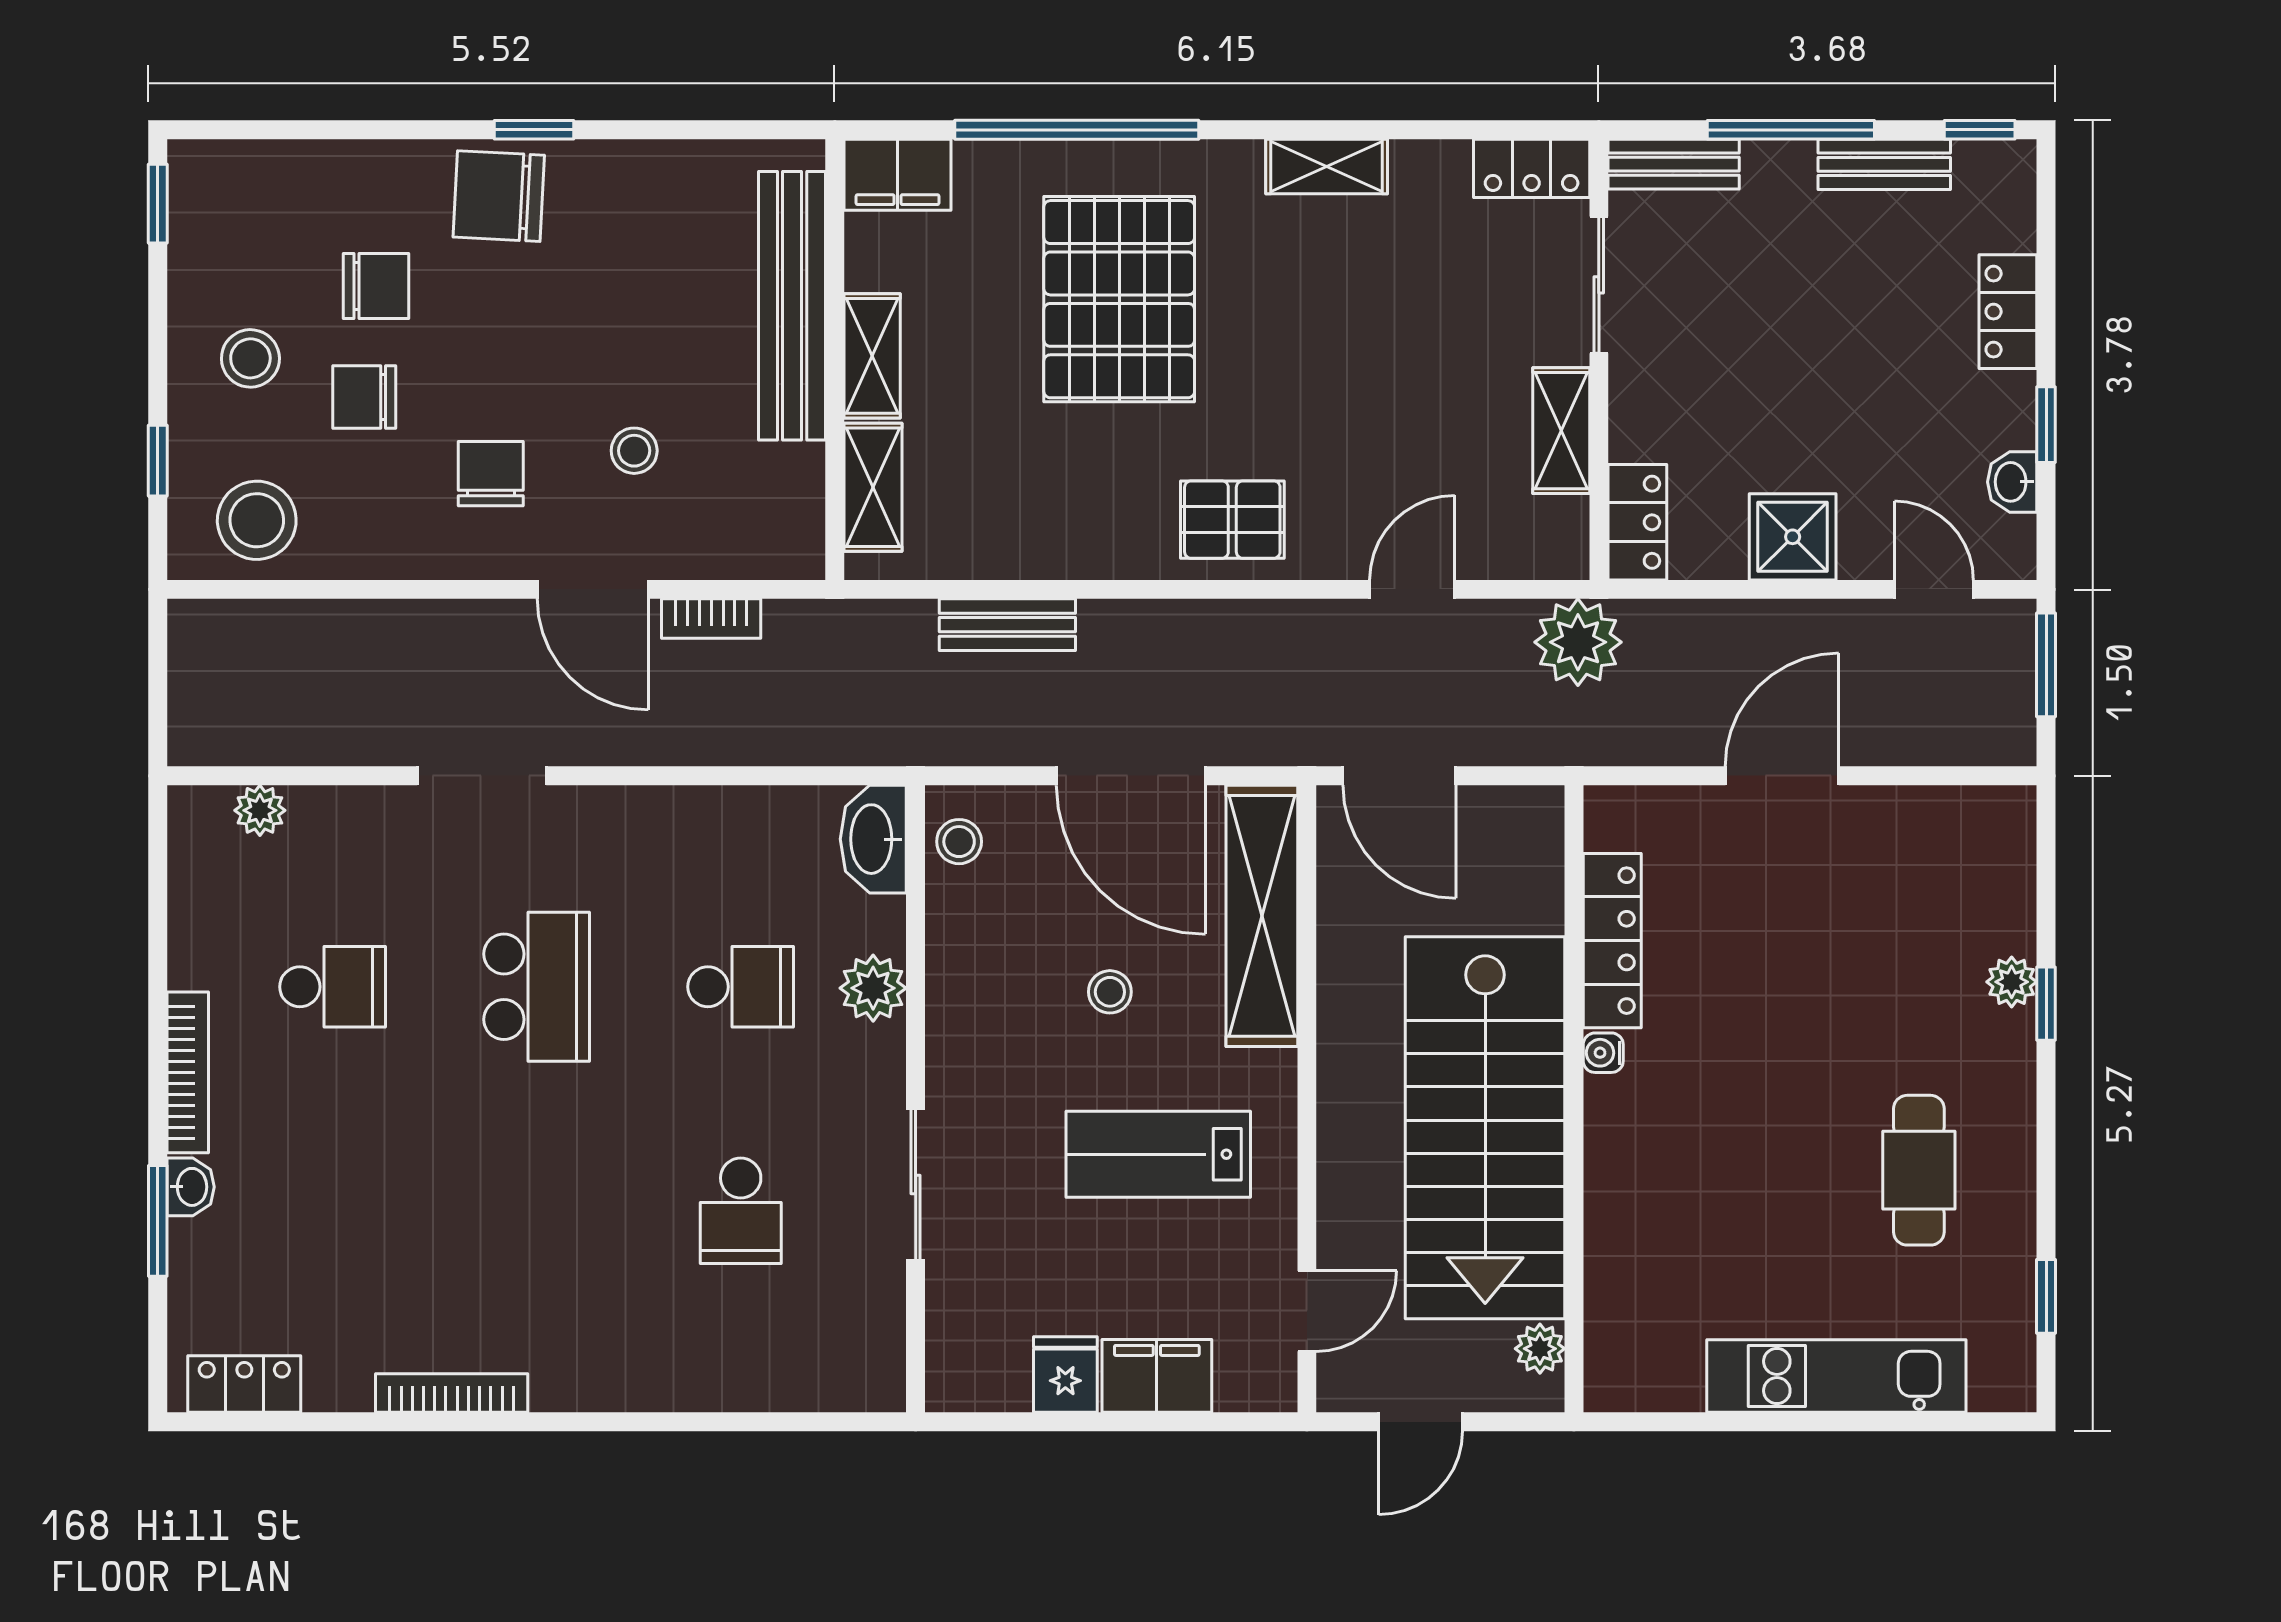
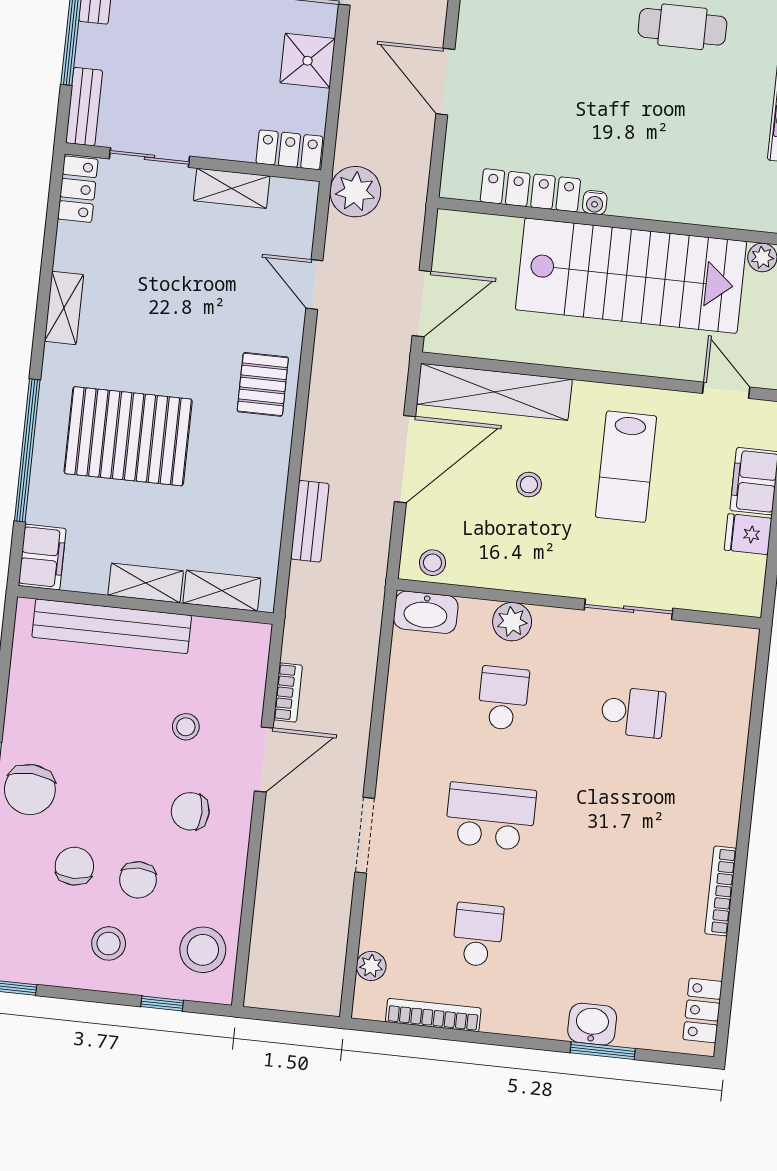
bookcase: (188, 1072) -> (433, 1015), moved
washbasin: (191, 1187) -> (592, 1024), width x1.38, depth x1.45

